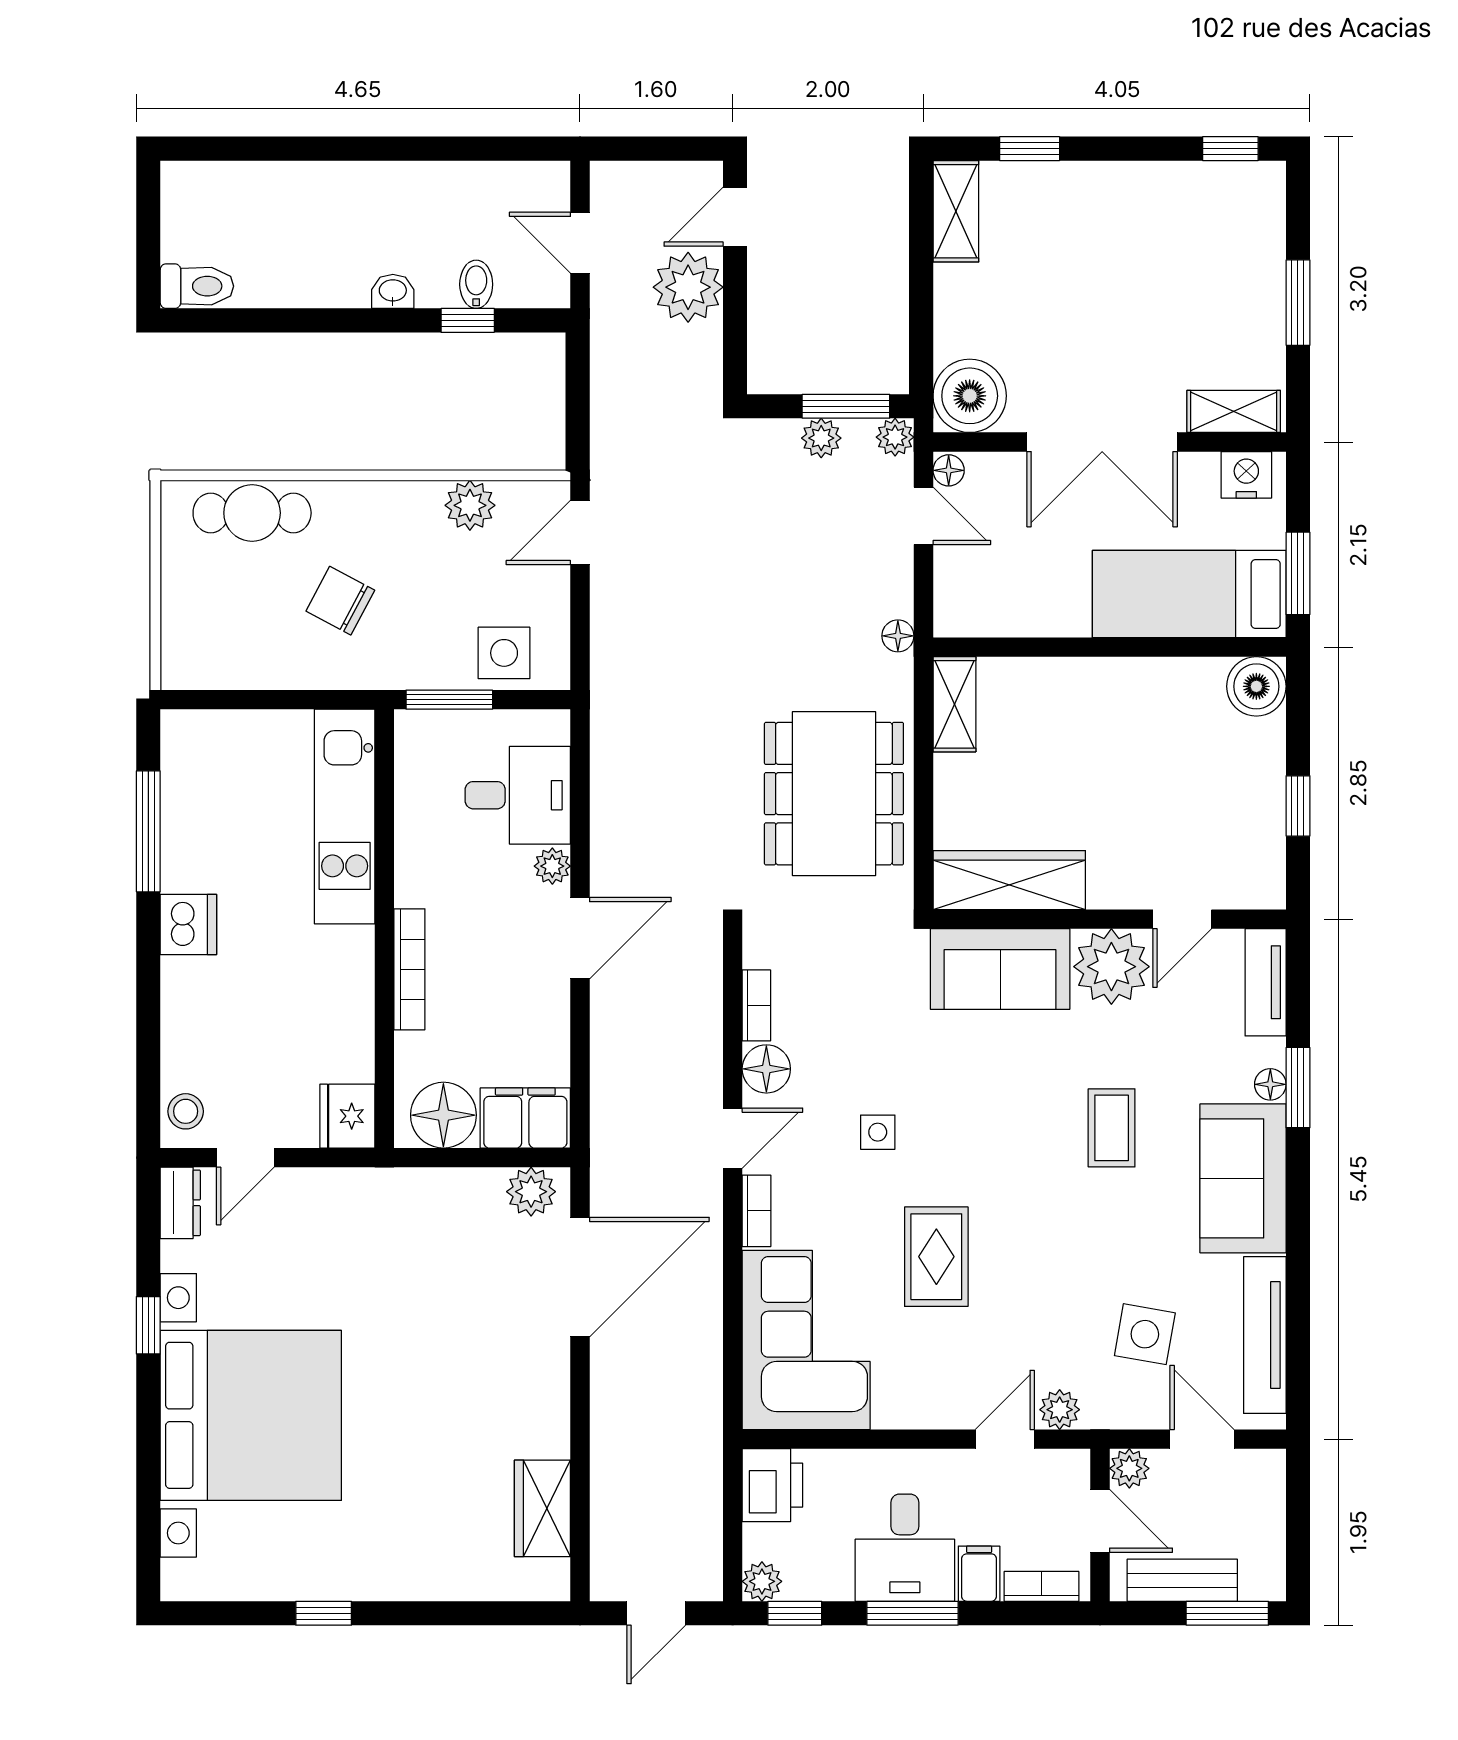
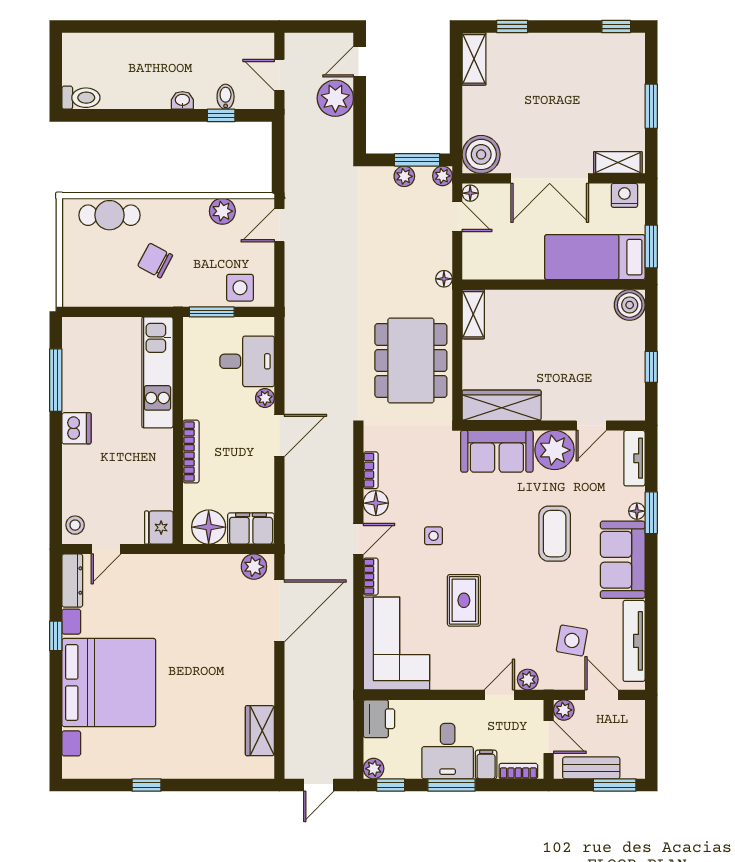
coffee table: (1112, 1128) -> (555, 534), width x1.36, depth x1.30
dresser: (180, 1203) -> (72, 581), width x1.44

